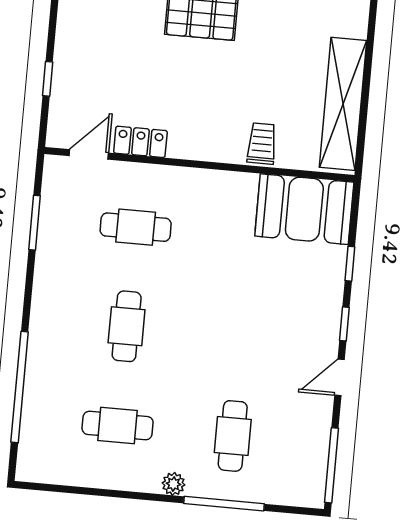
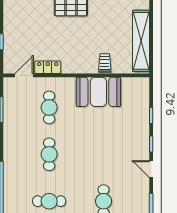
booth: (304, 209) -> (98, 92), moved
cafe table: (136, 227) -> (49, 107), turned 90
door: (340, 377) -> (151, 169), hinge flipped

